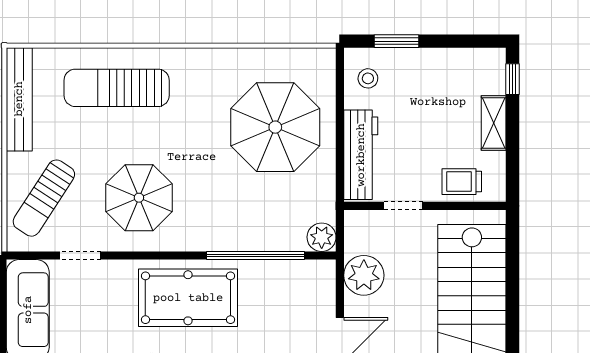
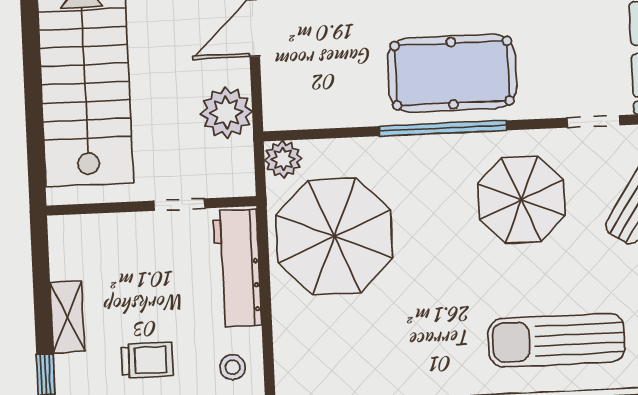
sun lounger: (117, 88) -> (557, 340), turned 180
parasol: (275, 127) -> (334, 236), moved
trolley: (462, 182) -> (147, 360), moved
window: (255, 256) -> (443, 128), moved

